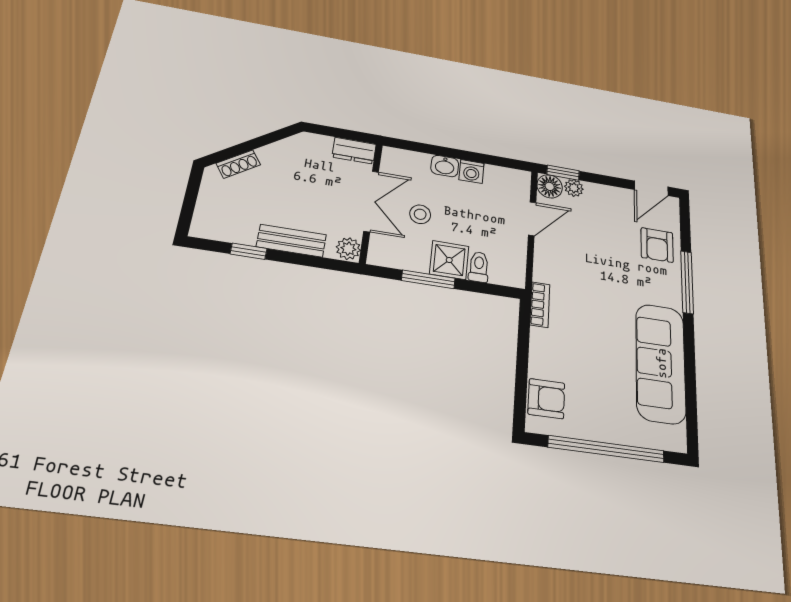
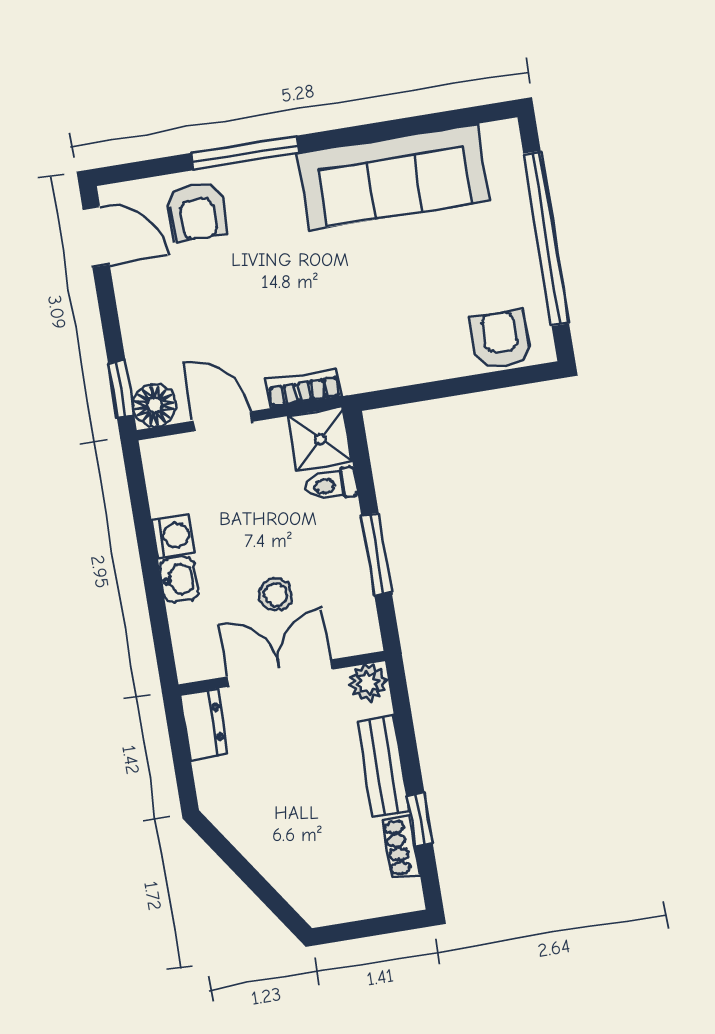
shoe rack: (238, 164) -> (401, 847), moved, turned -145
plant: (574, 188) -> (143, 366), removed
armchair: (657, 245) -> (197, 211), turned 90
shower: (449, 260) -> (320, 439), moved
bookcase: (540, 305) -> (304, 388), moved

